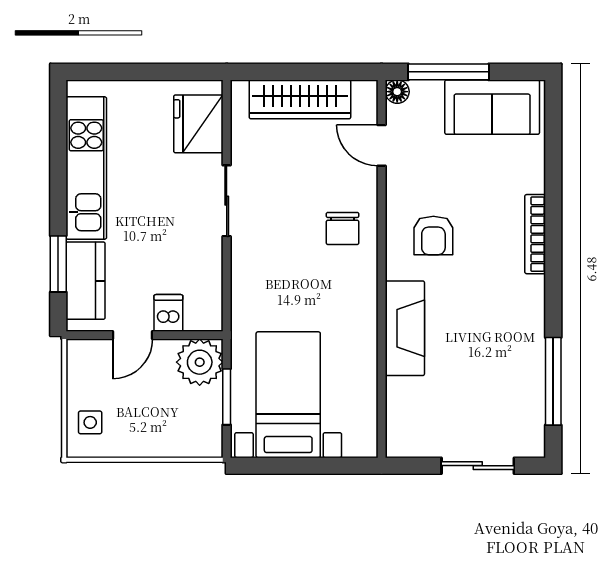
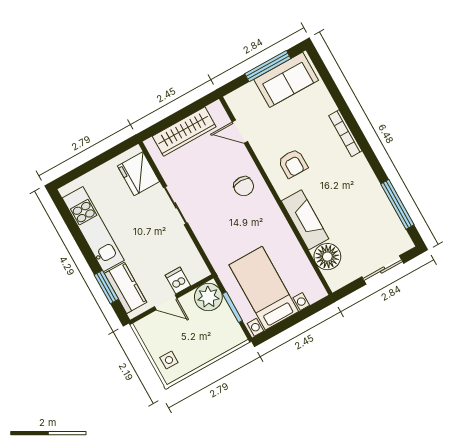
window: (449, 72) -> (268, 66), moved
floor lamp: (397, 92) -> (327, 257), moved, width x1.89, depth x1.89
door: (133, 335) -> (166, 302), hinge flipped

